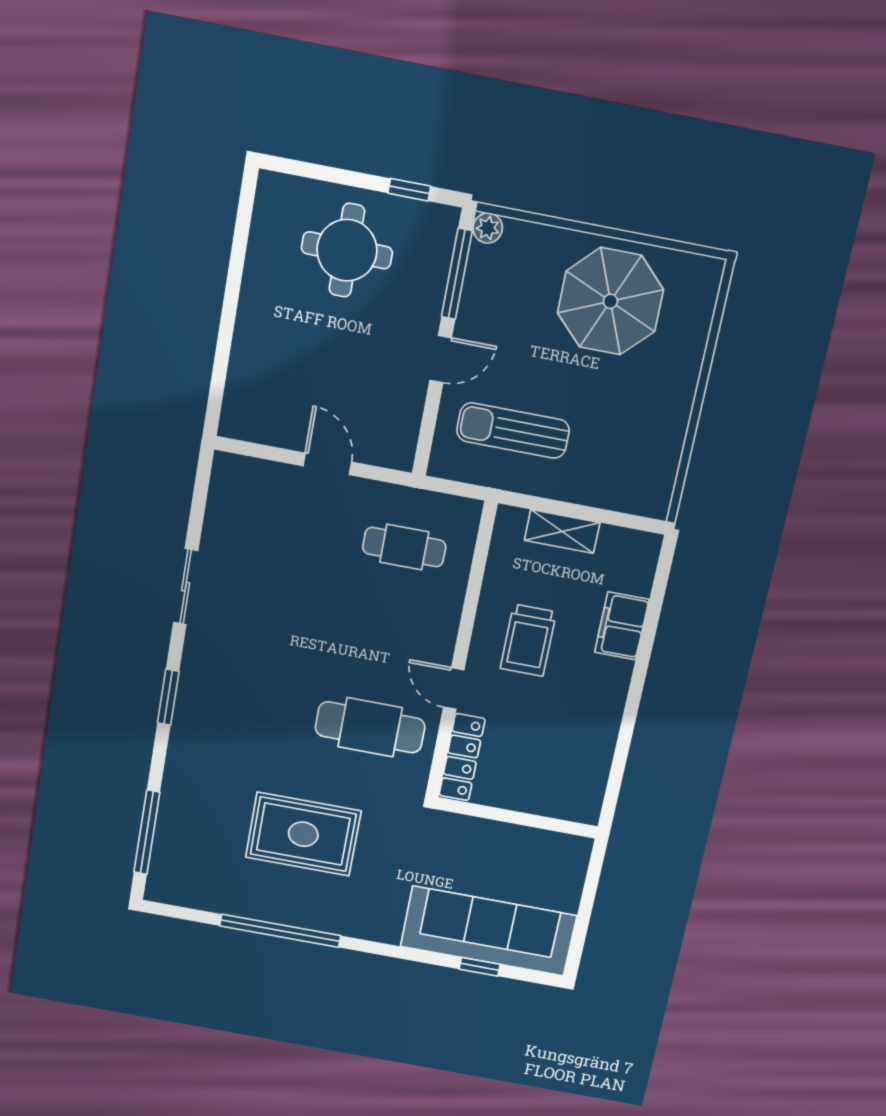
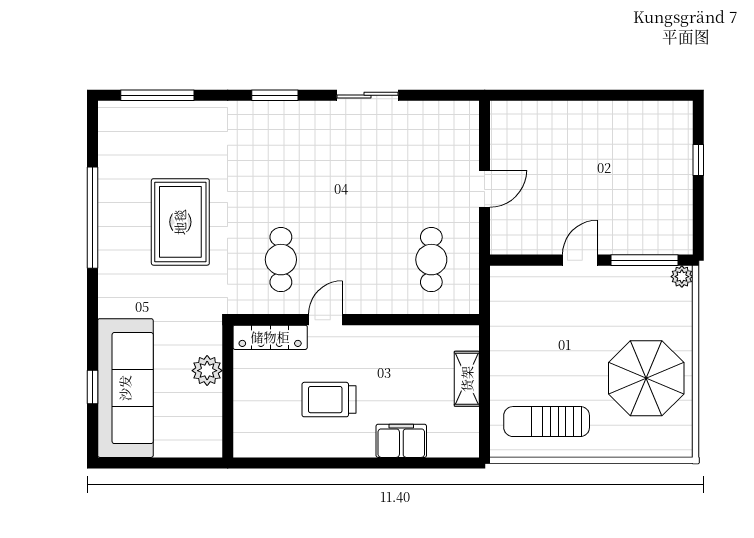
window: (409, 190) -> (698, 160), moved
round table: (347, 250) -> (646, 175), removed
door: (441, 359) -> (580, 260), swing flipped
sun lounger: (513, 431) -> (547, 422), moved, turned -90
trolley: (528, 640) -> (329, 400), moved
cafe table: (370, 727) -> (281, 260), width x0.73, depth x0.74
plant: (487, 837) -> (207, 371), added

